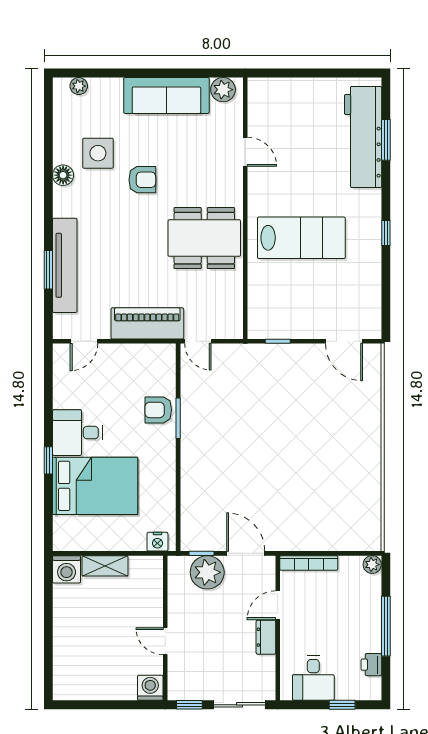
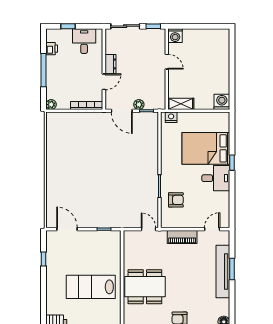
window: (386, 233) -> (44, 259), moved
piano: (147, 323) -> (182, 237), width x0.73, depth x0.75
armchair: (158, 410) -> (176, 200), moved
shelving: (105, 566) -> (181, 104), moved
plant: (207, 572) -> (139, 105), width x0.53, depth x0.53

